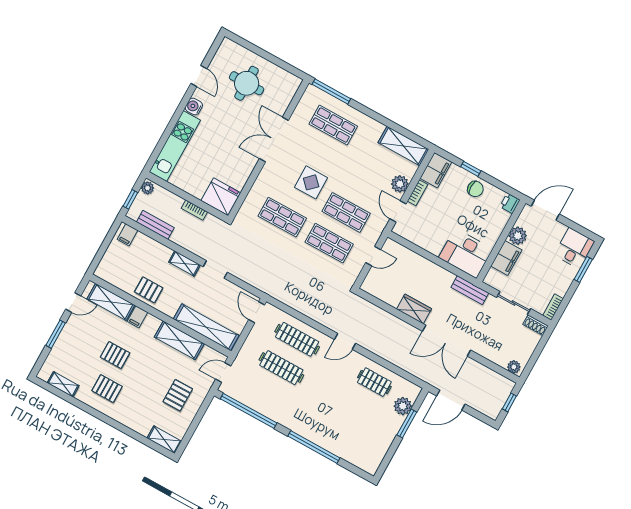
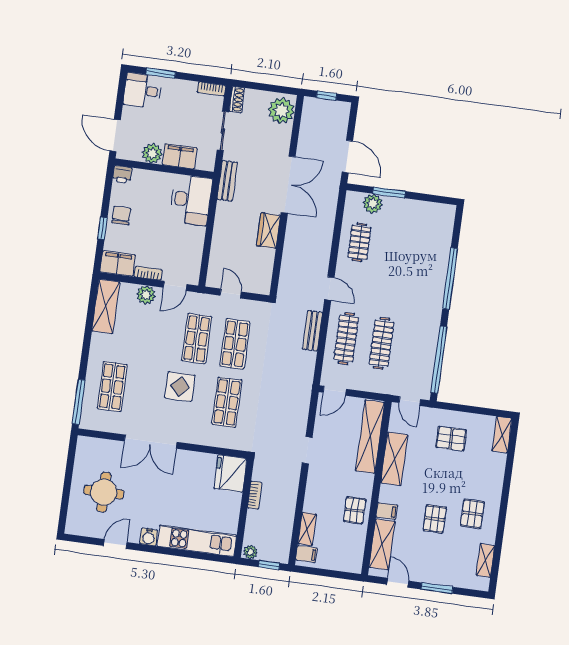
bench: (155, 225) -> (312, 331), moved
shelving: (185, 263) -> (307, 529), moved
plant: (514, 367) -> (281, 111), width x1.88, depth x1.88

